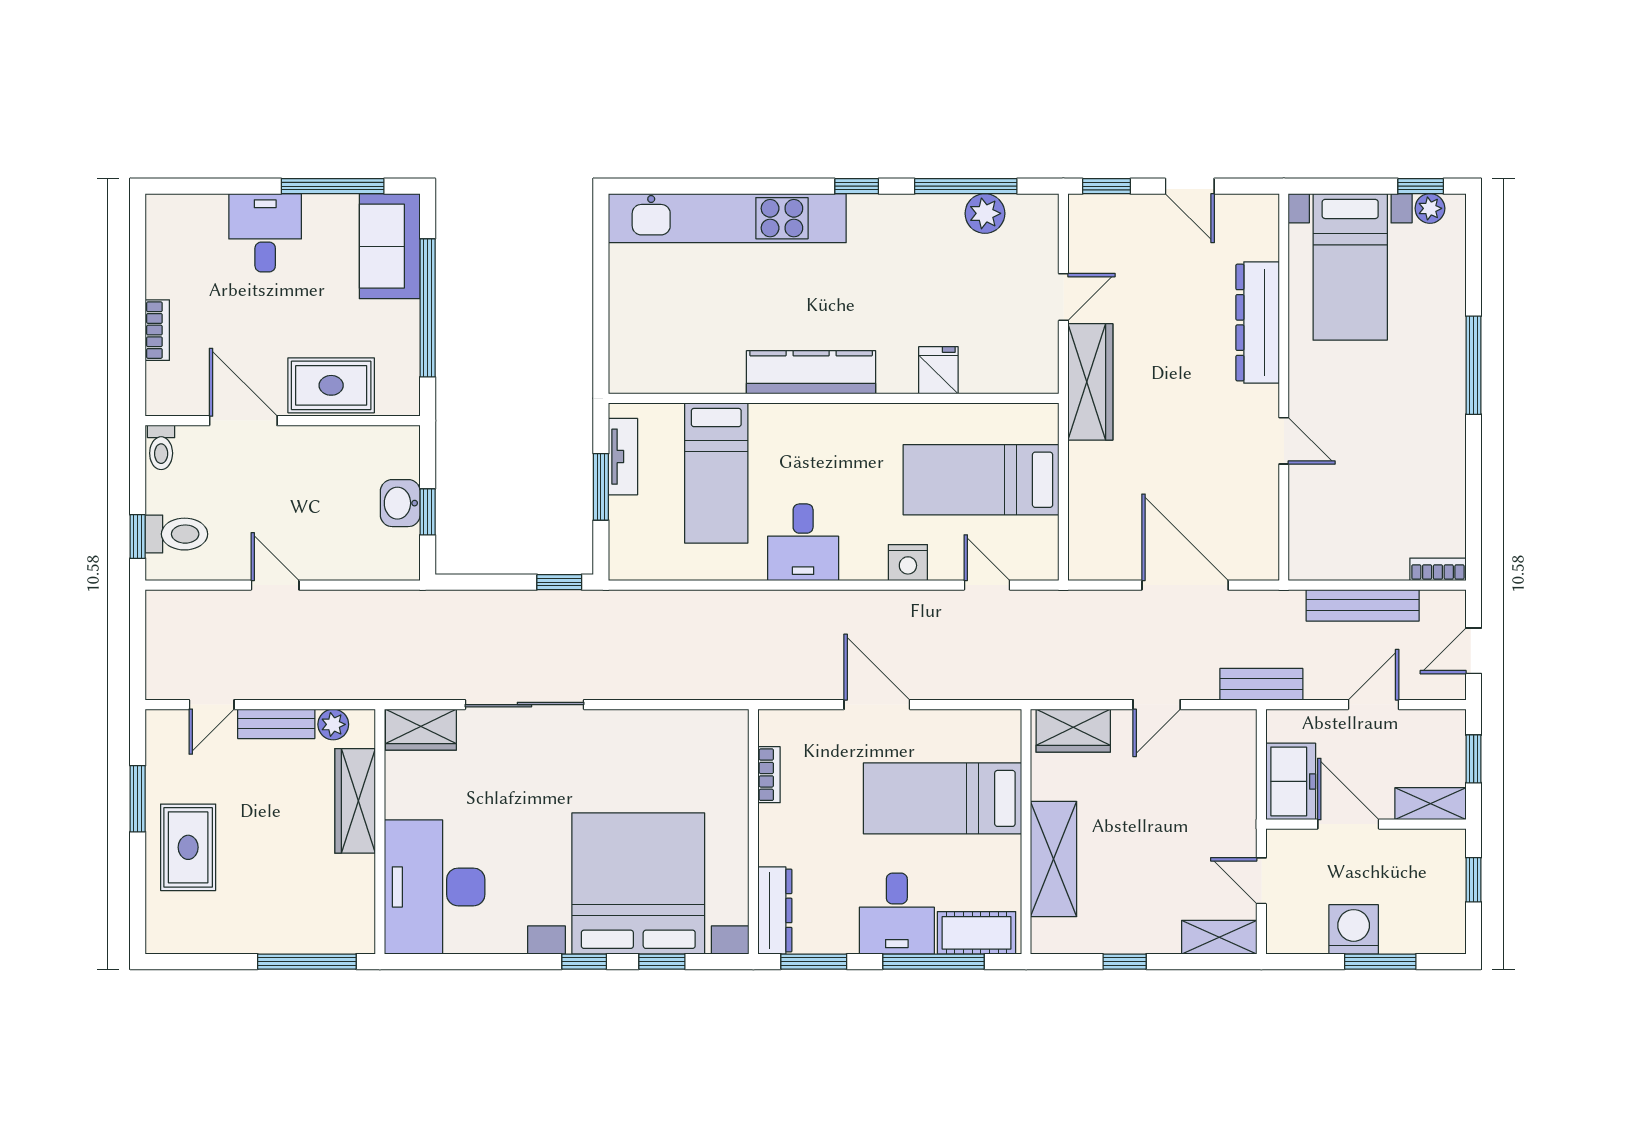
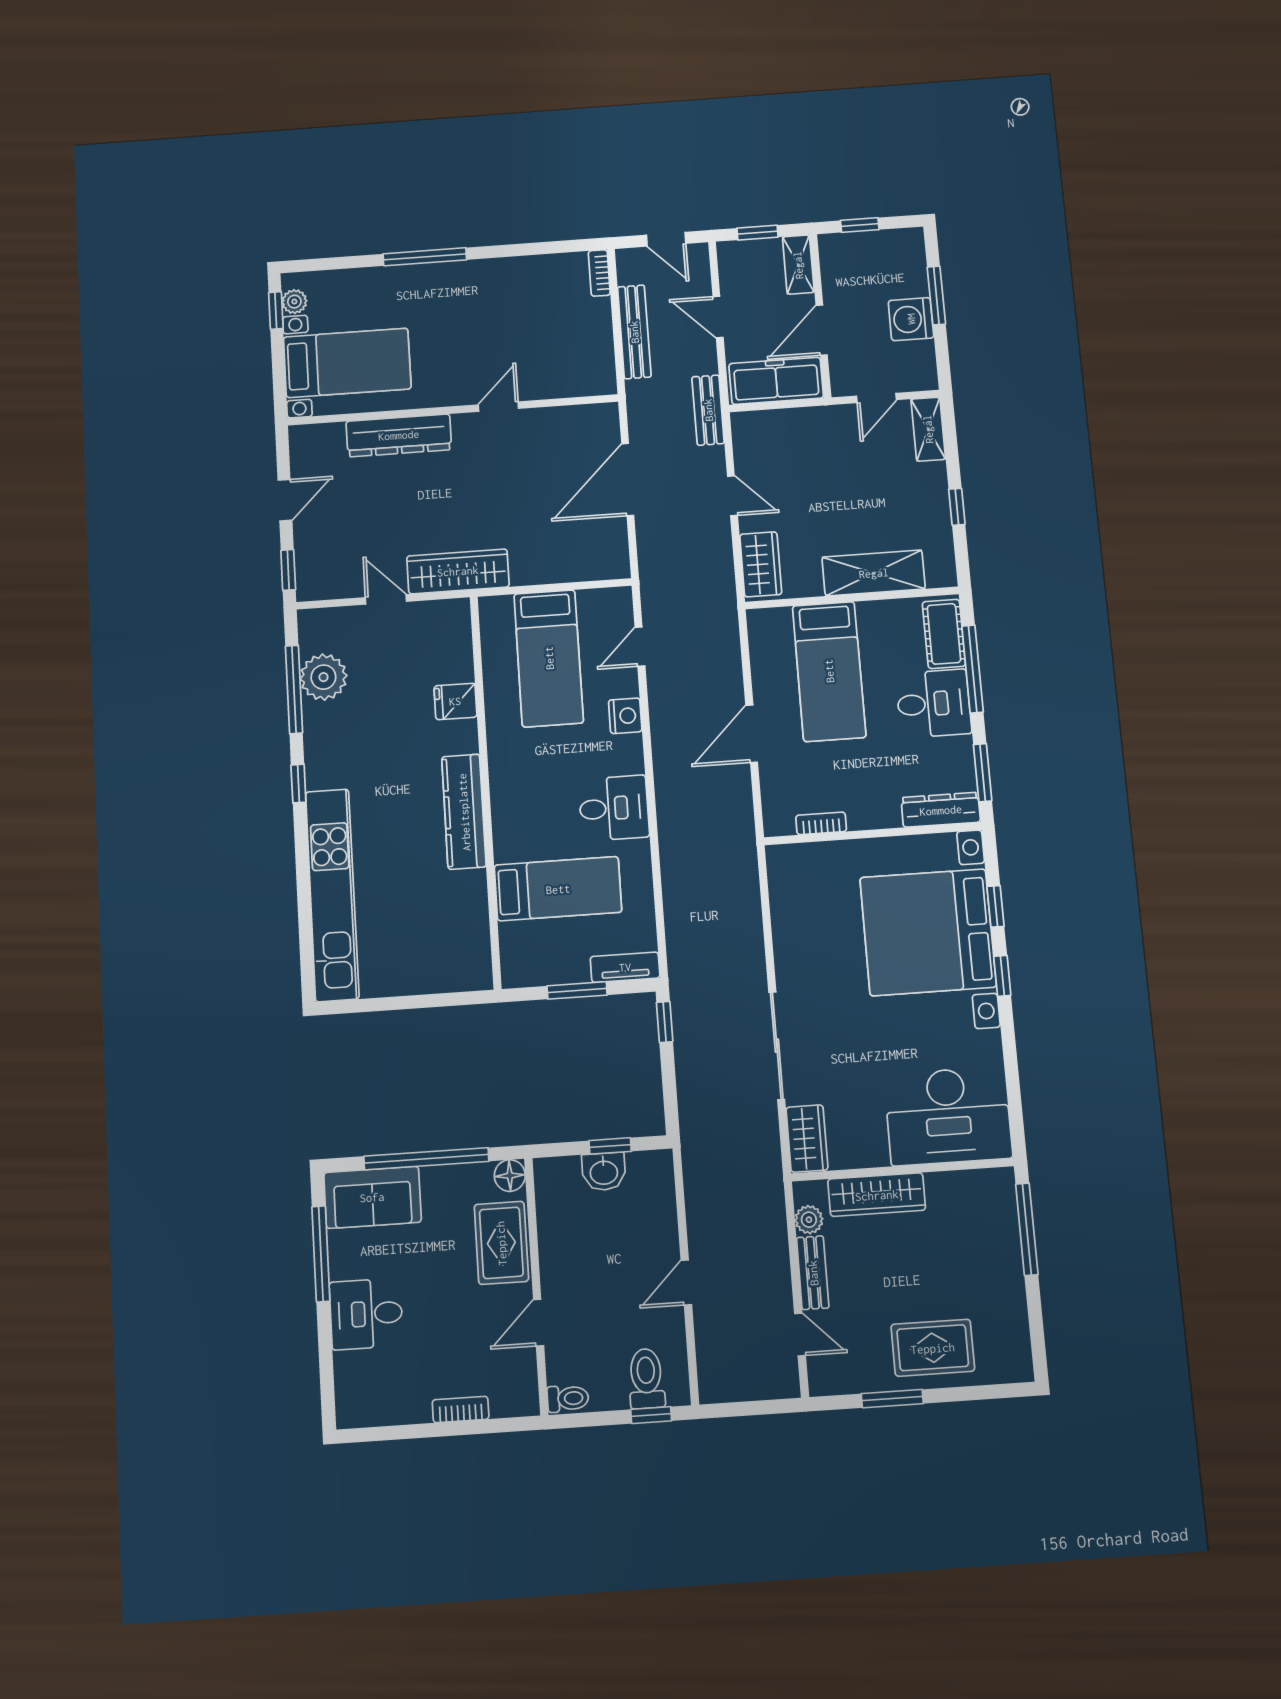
plant: (985, 213) -> (323, 677), width x1.36, depth x1.36
floor lamp: (403, 399) -> (510, 1176), added
door: (243, 421) -> (539, 1323), width x0.73
tv unit: (623, 457) -> (625, 967), moved
freezer: (1291, 781) -> (776, 381), width x1.40

